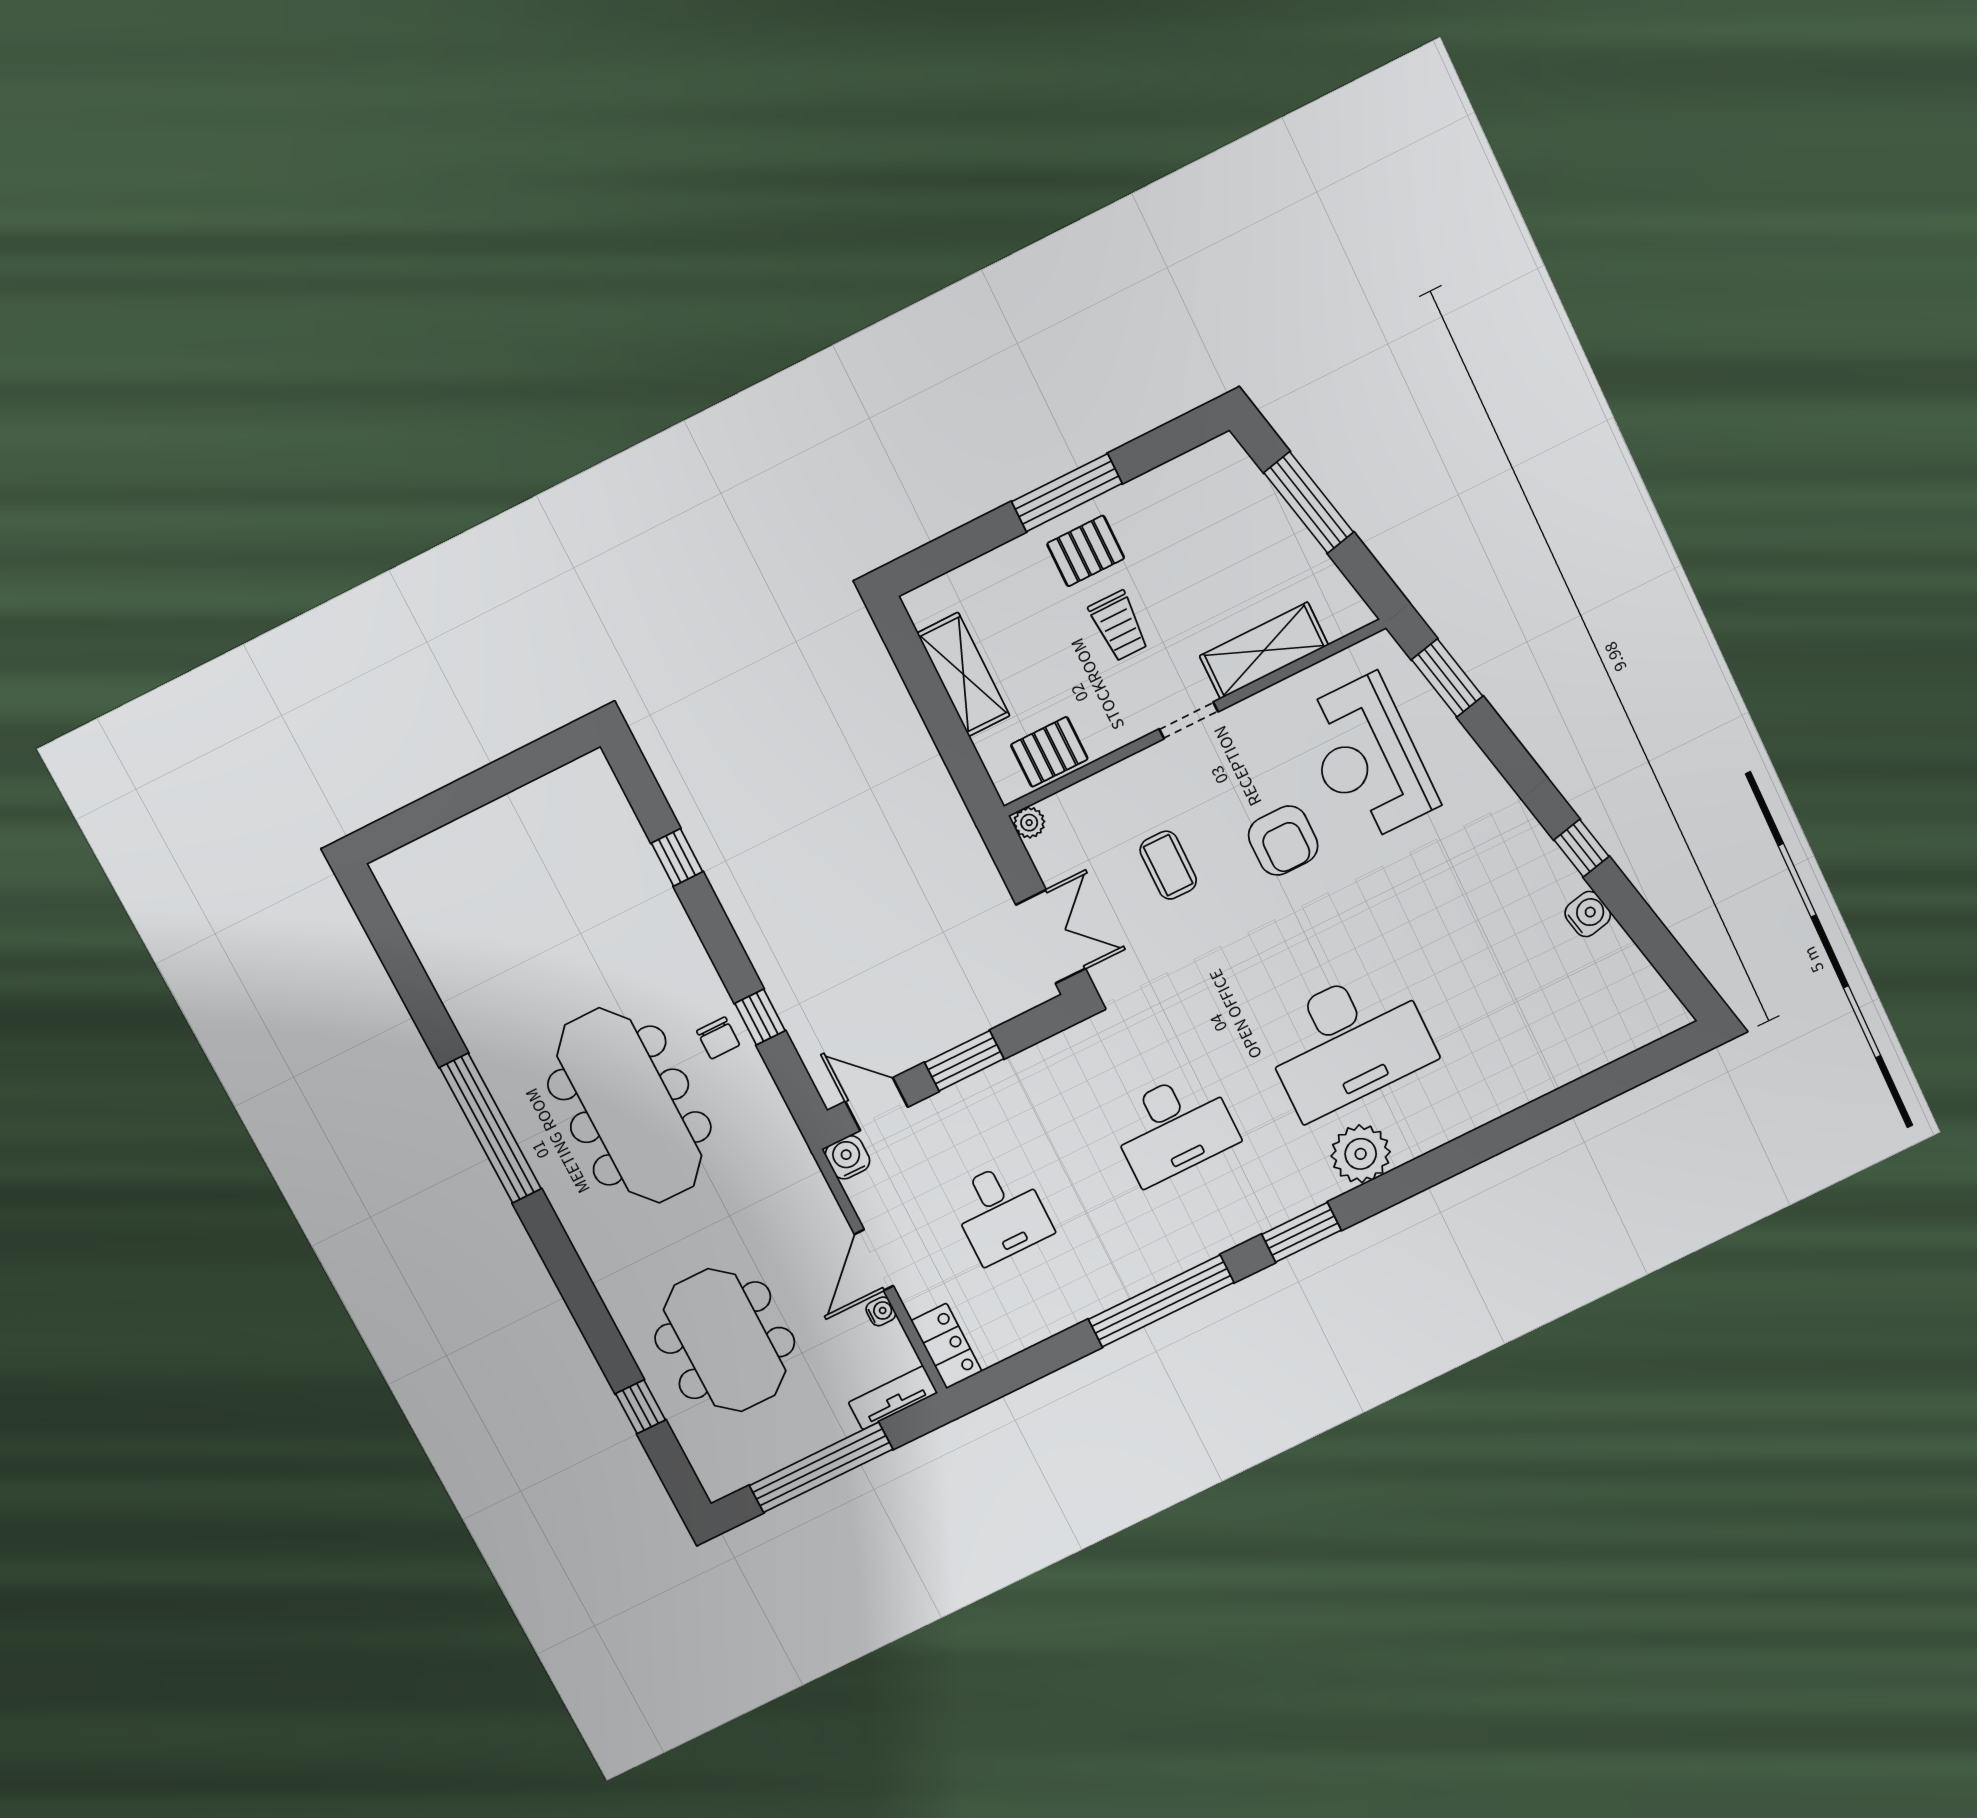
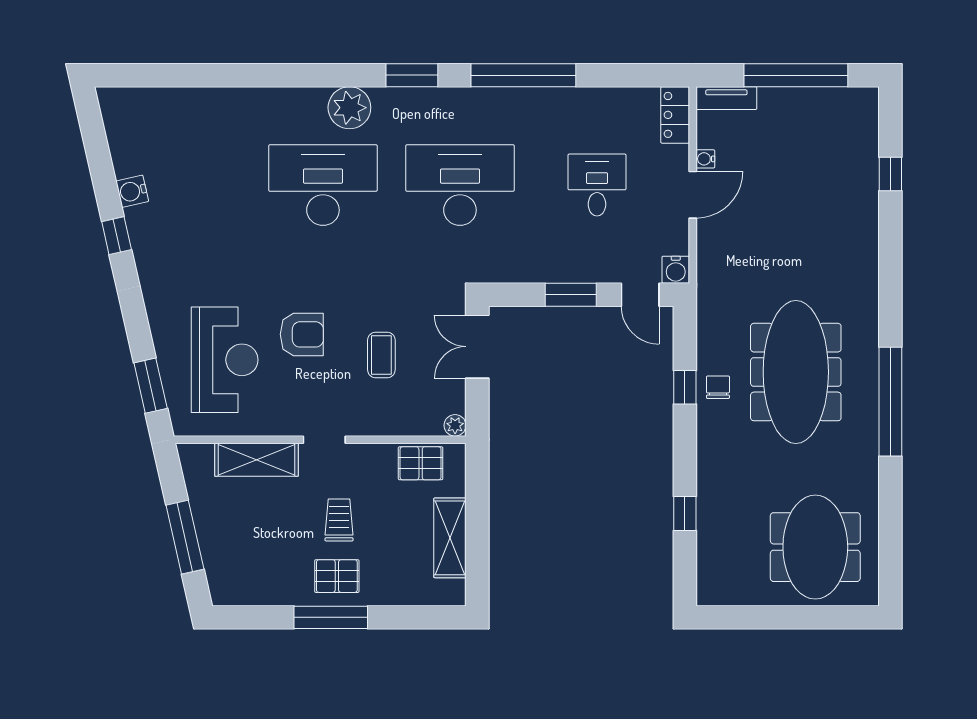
armchair: (1283, 841) -> (302, 334), turned 90
desk: (1174, 1127) -> (460, 185), width x1.36, depth x1.30
meeting table: (725, 1340) -> (815, 547), moved

